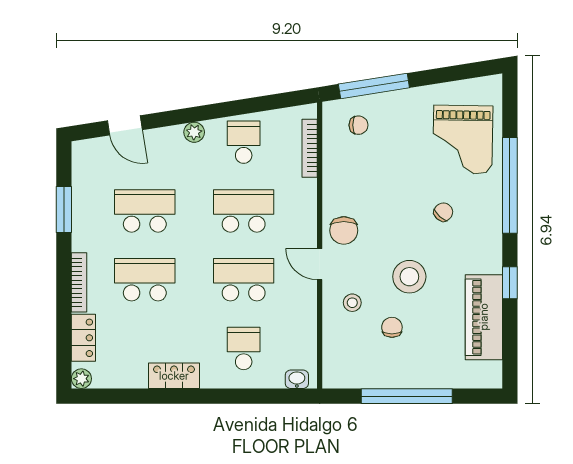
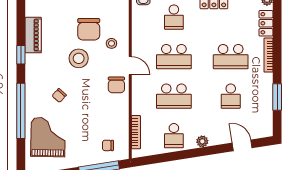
school desk: (145, 211) -> (231, 96), width x0.54
chair: (344, 230) -> (116, 85), turned 180
piano: (484, 317) -> (33, 35), width x0.73, depth x0.75
chair: (392, 327) -> (89, 29), width x1.87, depth x1.87

